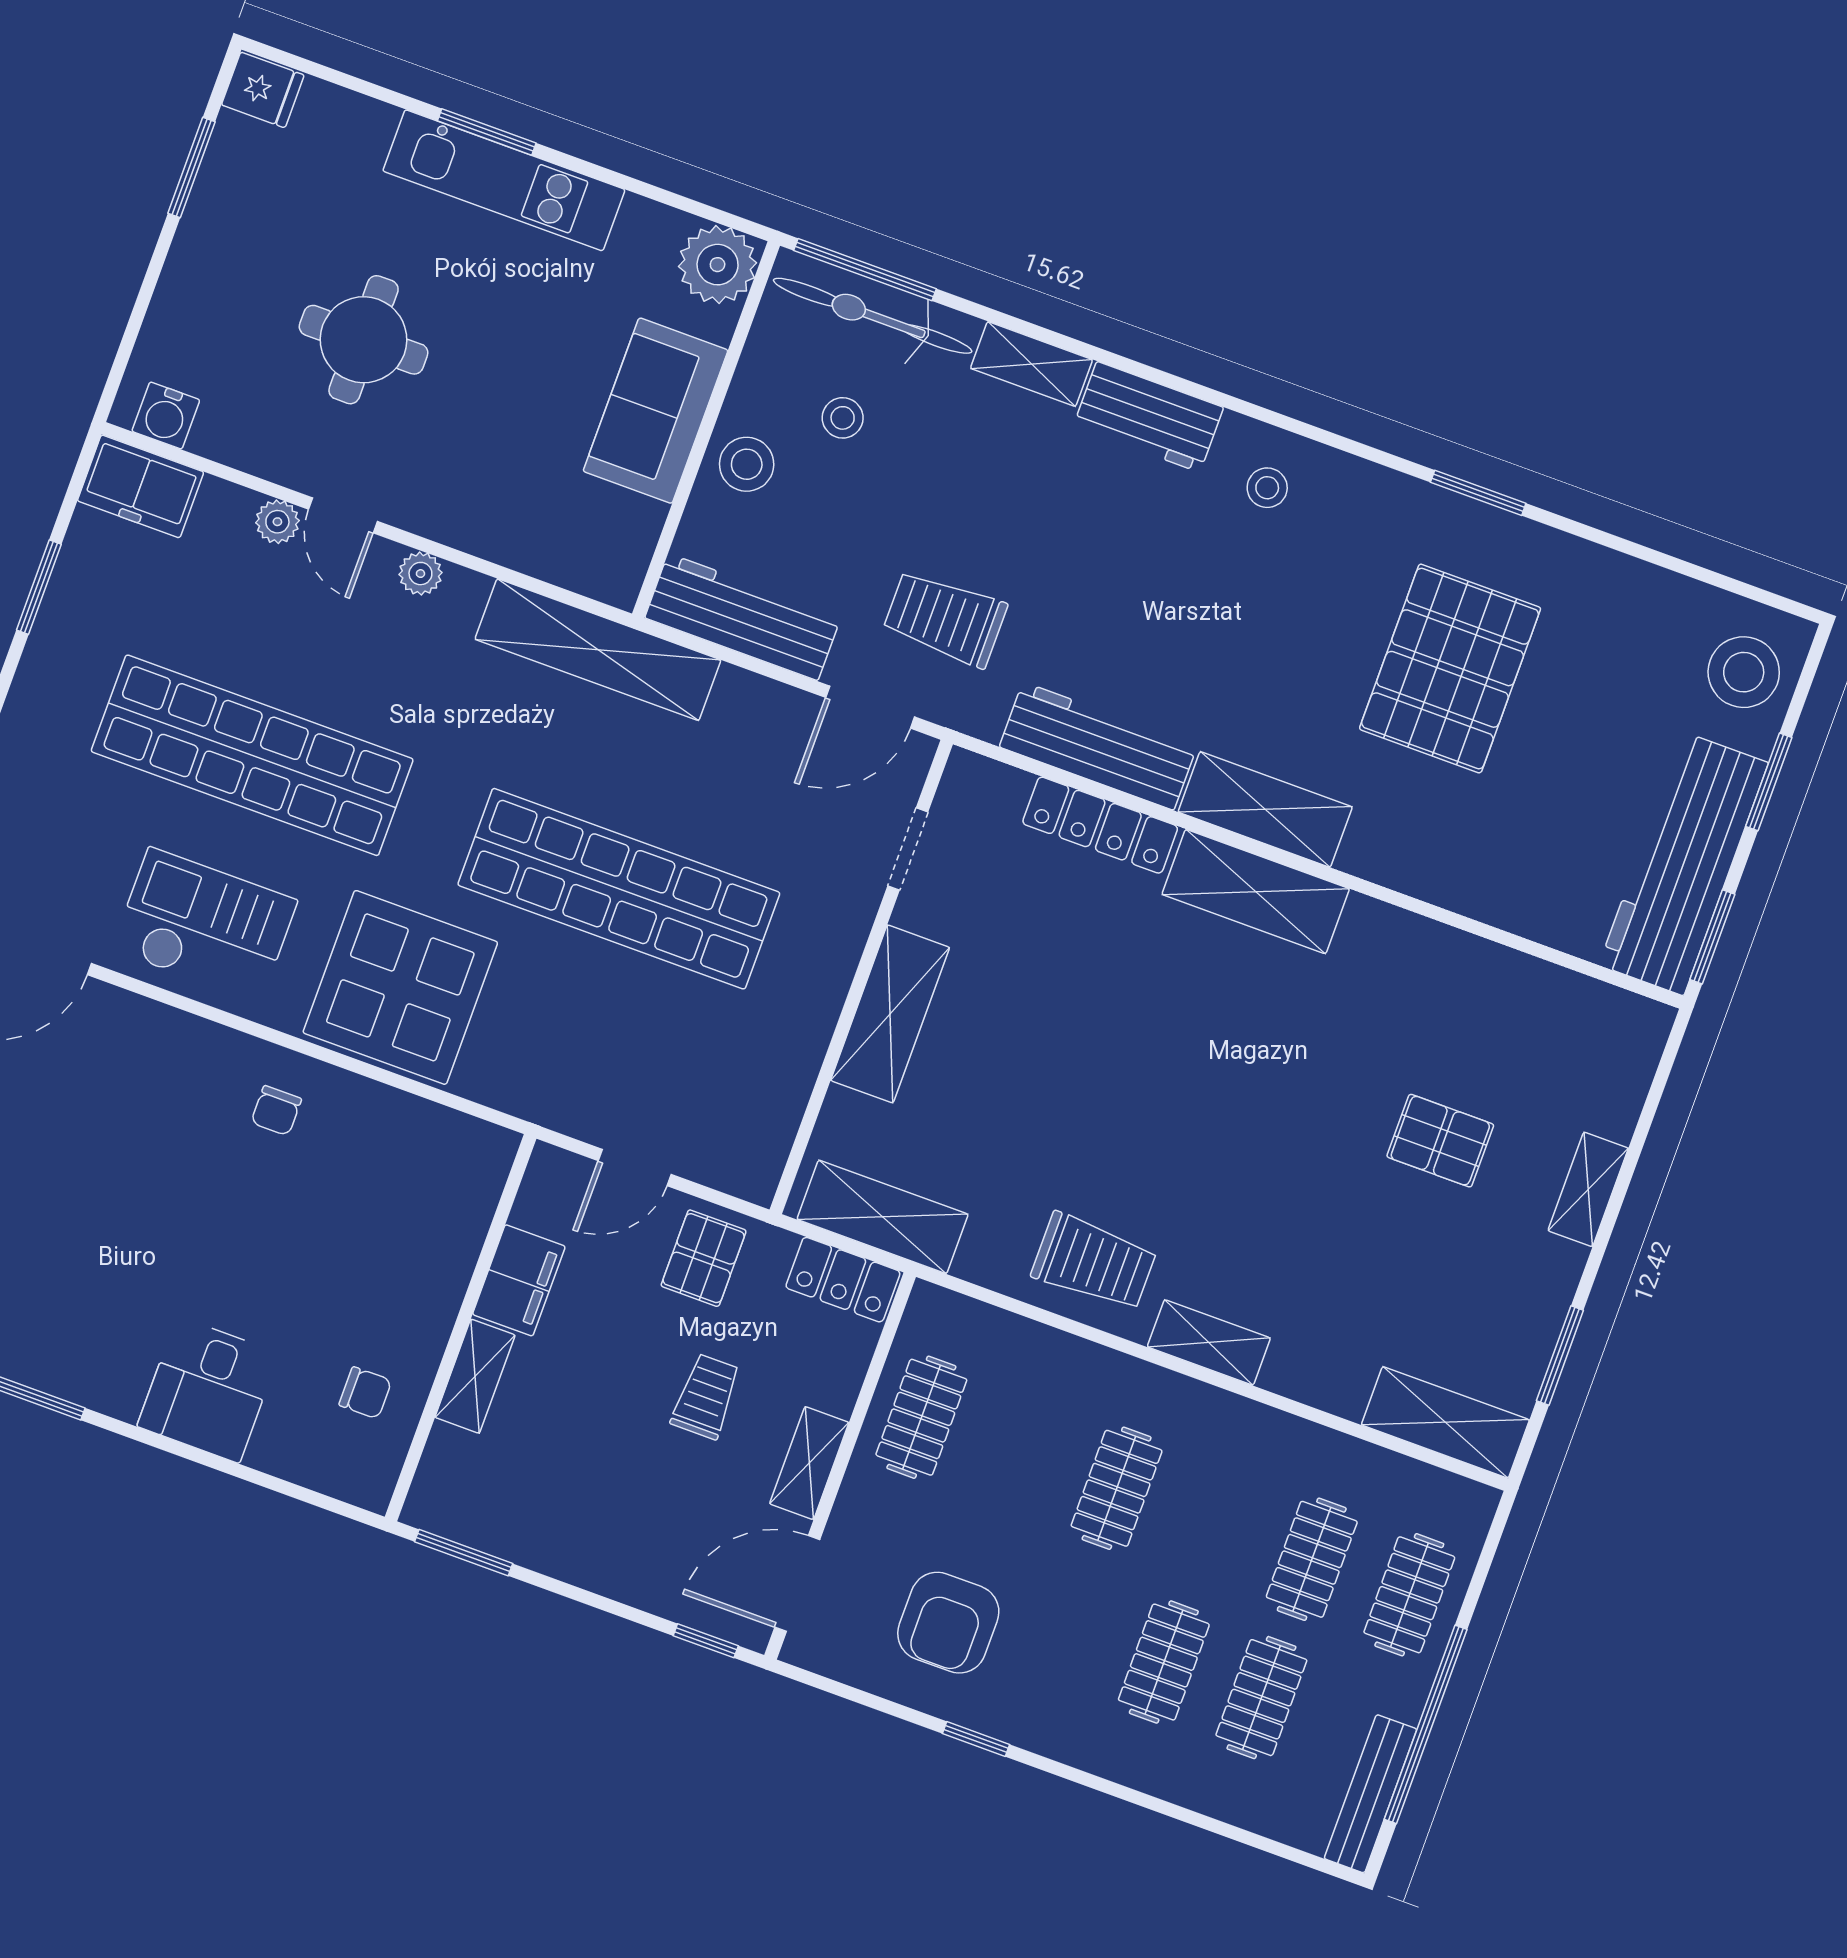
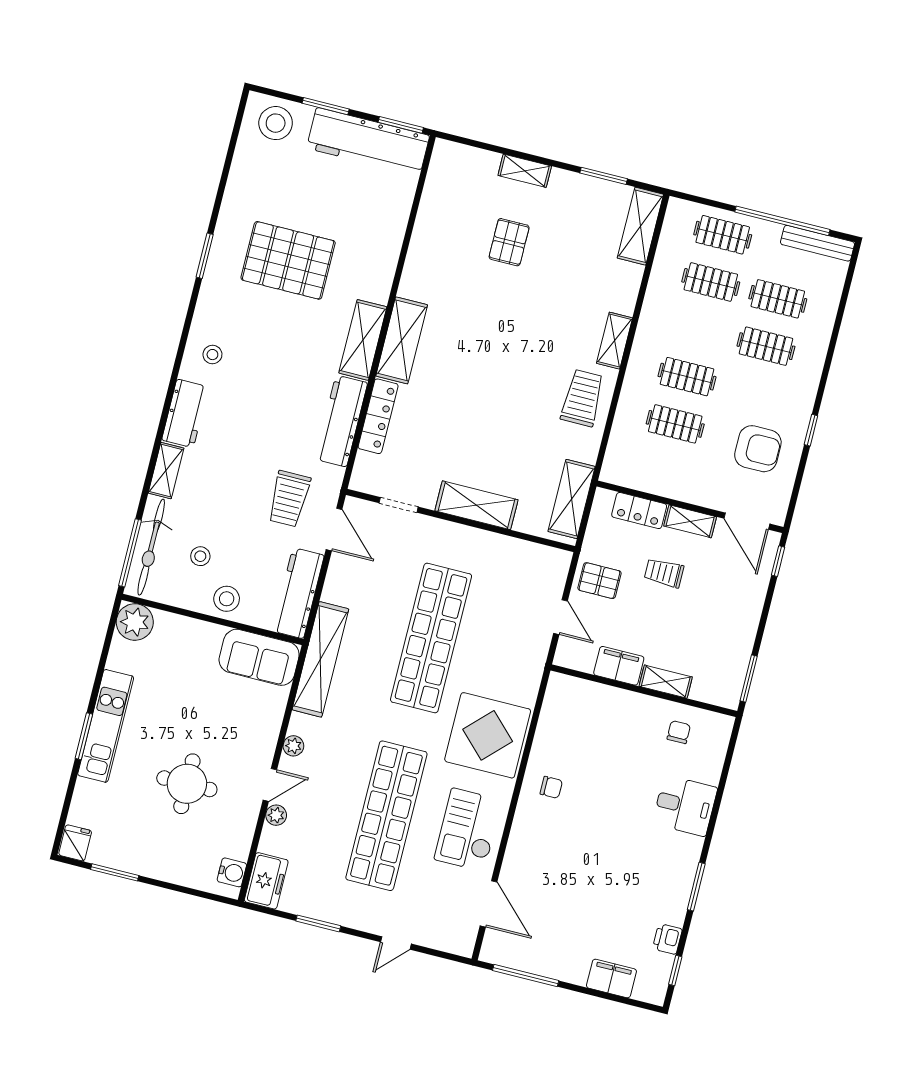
sofa: (656, 411) -> (259, 657), moved
locker: (843, 1280) -> (639, 511), moved, turned 90
clothes rail: (921, 1417) -> (675, 424), moved

